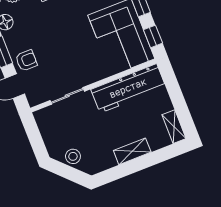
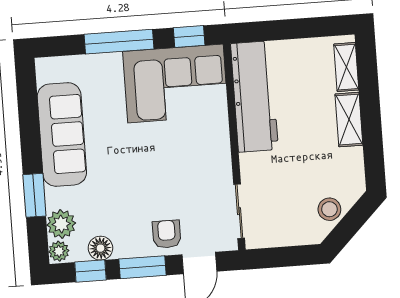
sliding door: (67, 96) -> (239, 211), moved
shelving: (174, 127) -> (346, 67), moved, turned 90

